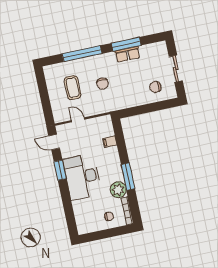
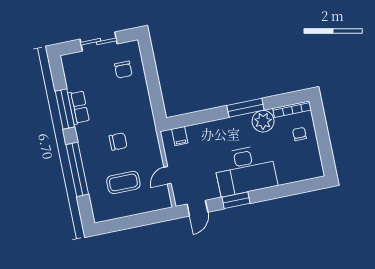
filing cabinet: (110, 142) -> (180, 136), moved

